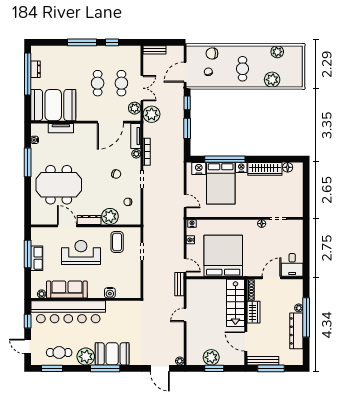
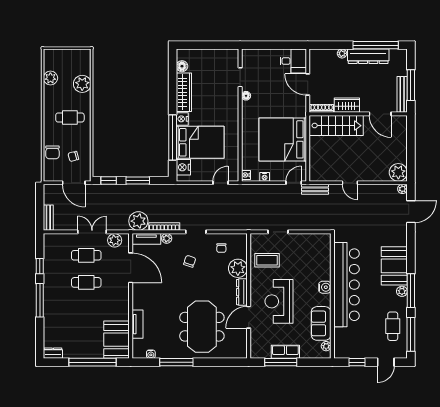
dresser: (35, 69) -> (53, 353), moved
window: (28, 74) -> (92, 362), moved
booth: (53, 105) -> (117, 340), width x0.73, depth x0.70
plant: (152, 114) -> (138, 221), moved
sofa: (67, 290) -> (321, 323), width x0.73
water cooler: (110, 293) -> (325, 287), moved
bar counter: (68, 312) -> (346, 285), moved
window: (306, 317) -> (376, 45), moved
door: (246, 341) -> (380, 114), hinge flipped
plant: (86, 357) -> (402, 291), width x0.53, depth x0.53
plant: (211, 357) -> (398, 172), moved
window: (52, 368) -> (411, 334), width x1.44
window: (105, 368) -> (411, 291), moved
window: (214, 368) -> (411, 150), removed

